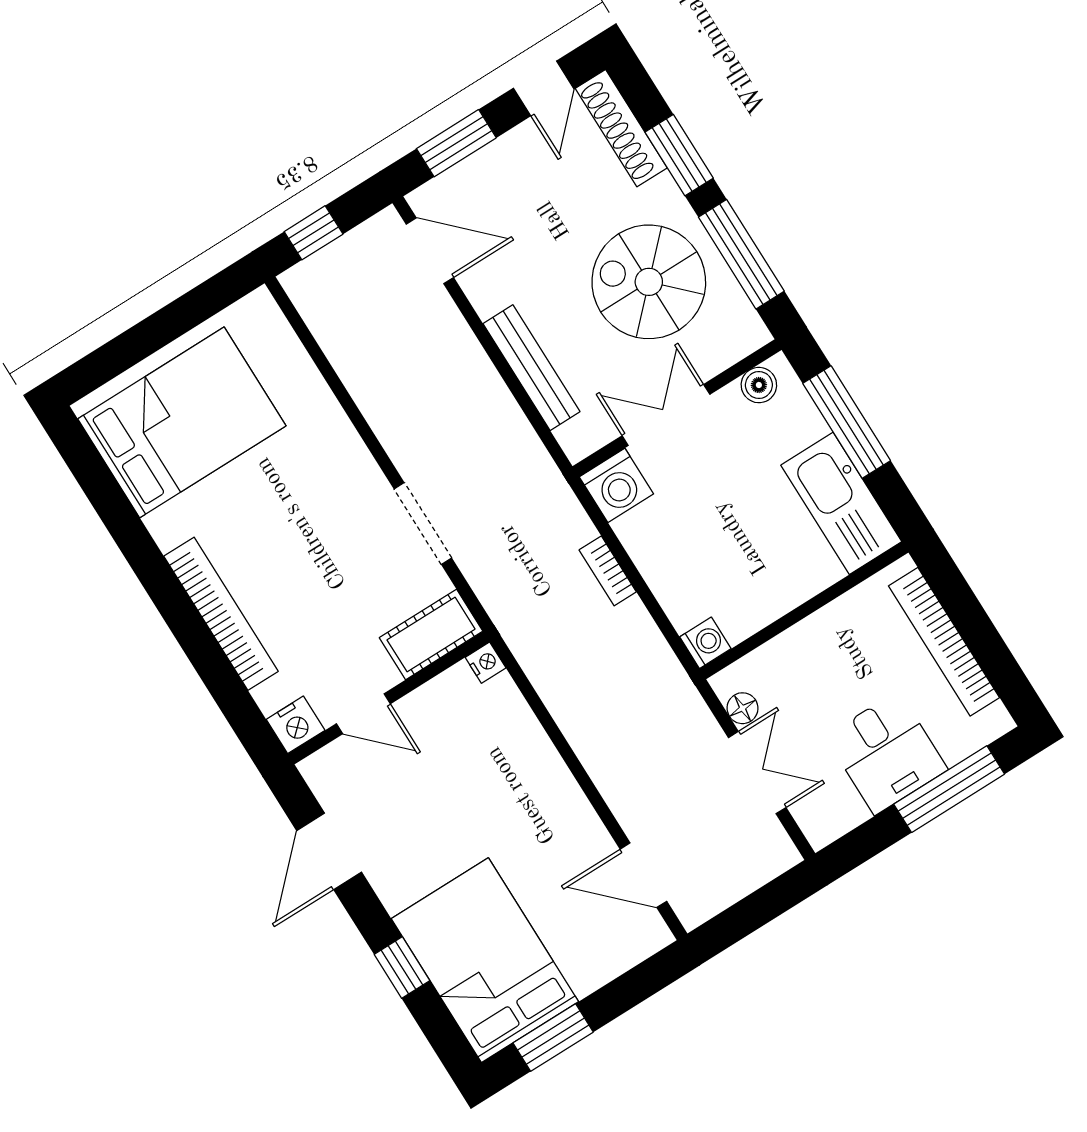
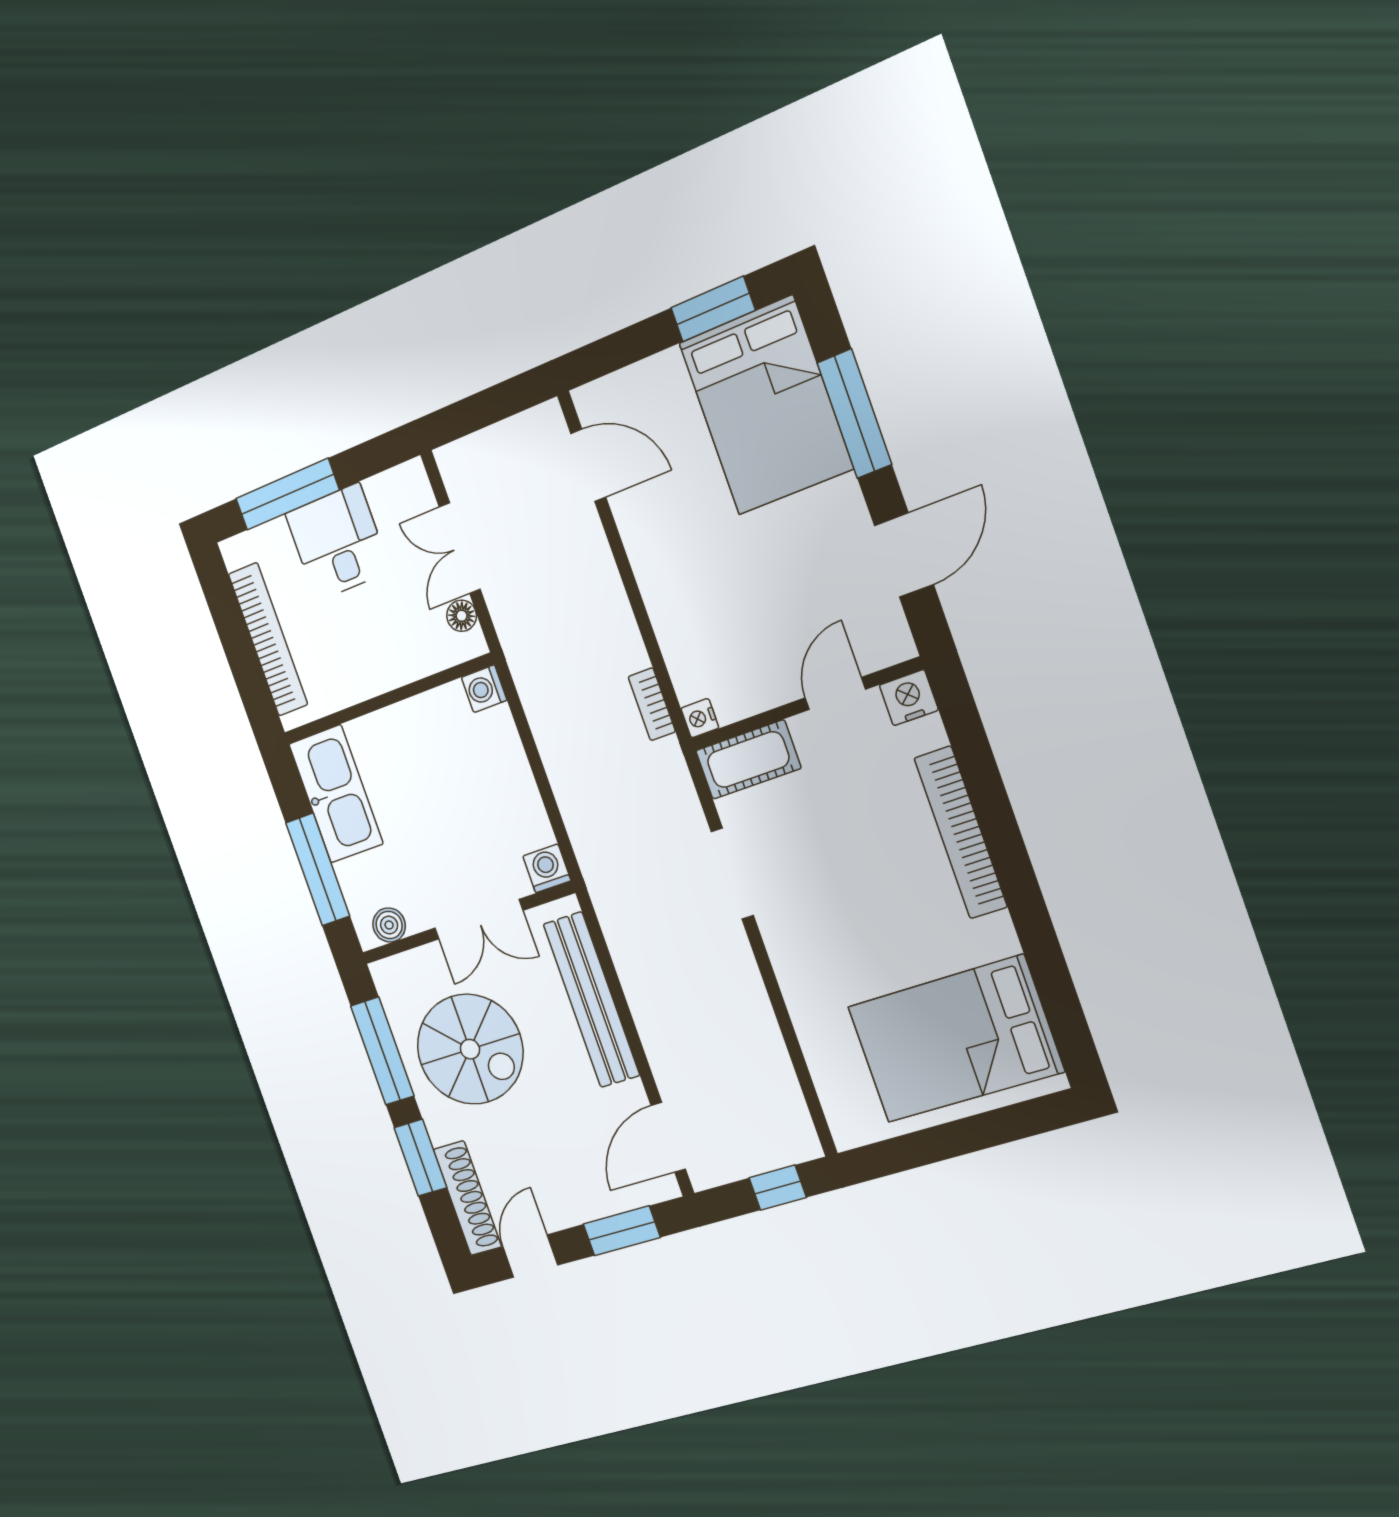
door: (430, 251) -> (668, 1137), hinge flipped
bench: (532, 368) -> (591, 1000), width x1.37, depth x1.21
washing machine: (616, 485) -> (547, 868), width x0.73, depth x0.73
bookcase: (608, 571) -> (652, 704), moved, turned 180
door: (363, 714) -> (835, 694), hinge flipped
window: (402, 968) -> (854, 414), width x2.17

